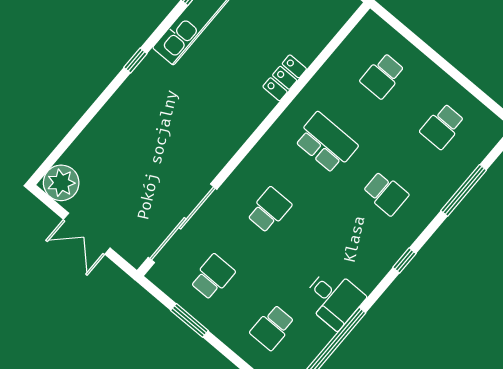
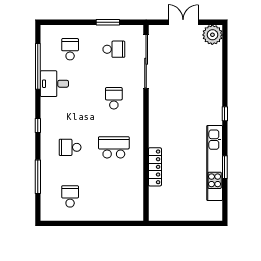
school desk: (383, 76) -> (114, 196), removed
locker: (285, 78) -> (155, 167), width x1.53
school desk: (326, 143) -> (114, 147), turned 180
school desk: (269, 210) -> (114, 98), turned 180
school desk: (213, 277) -> (114, 49), turned -90

